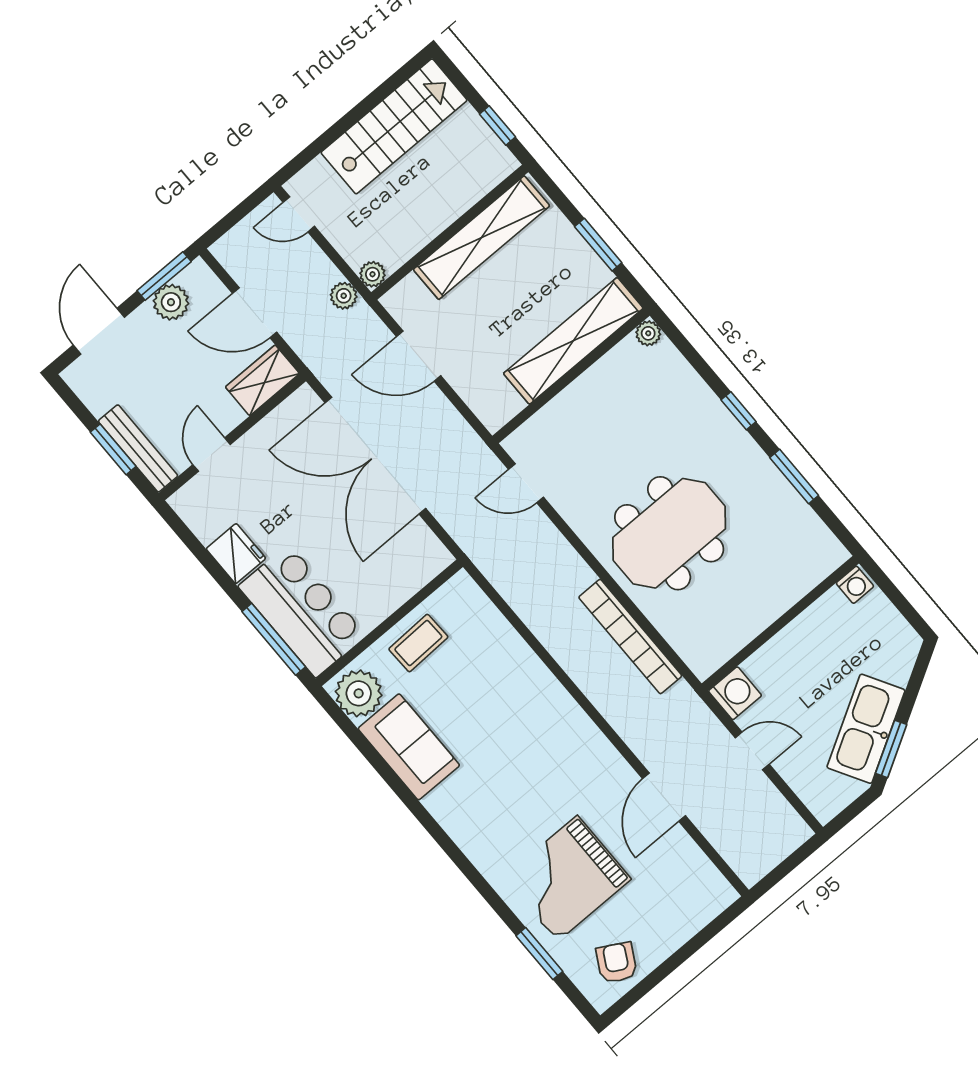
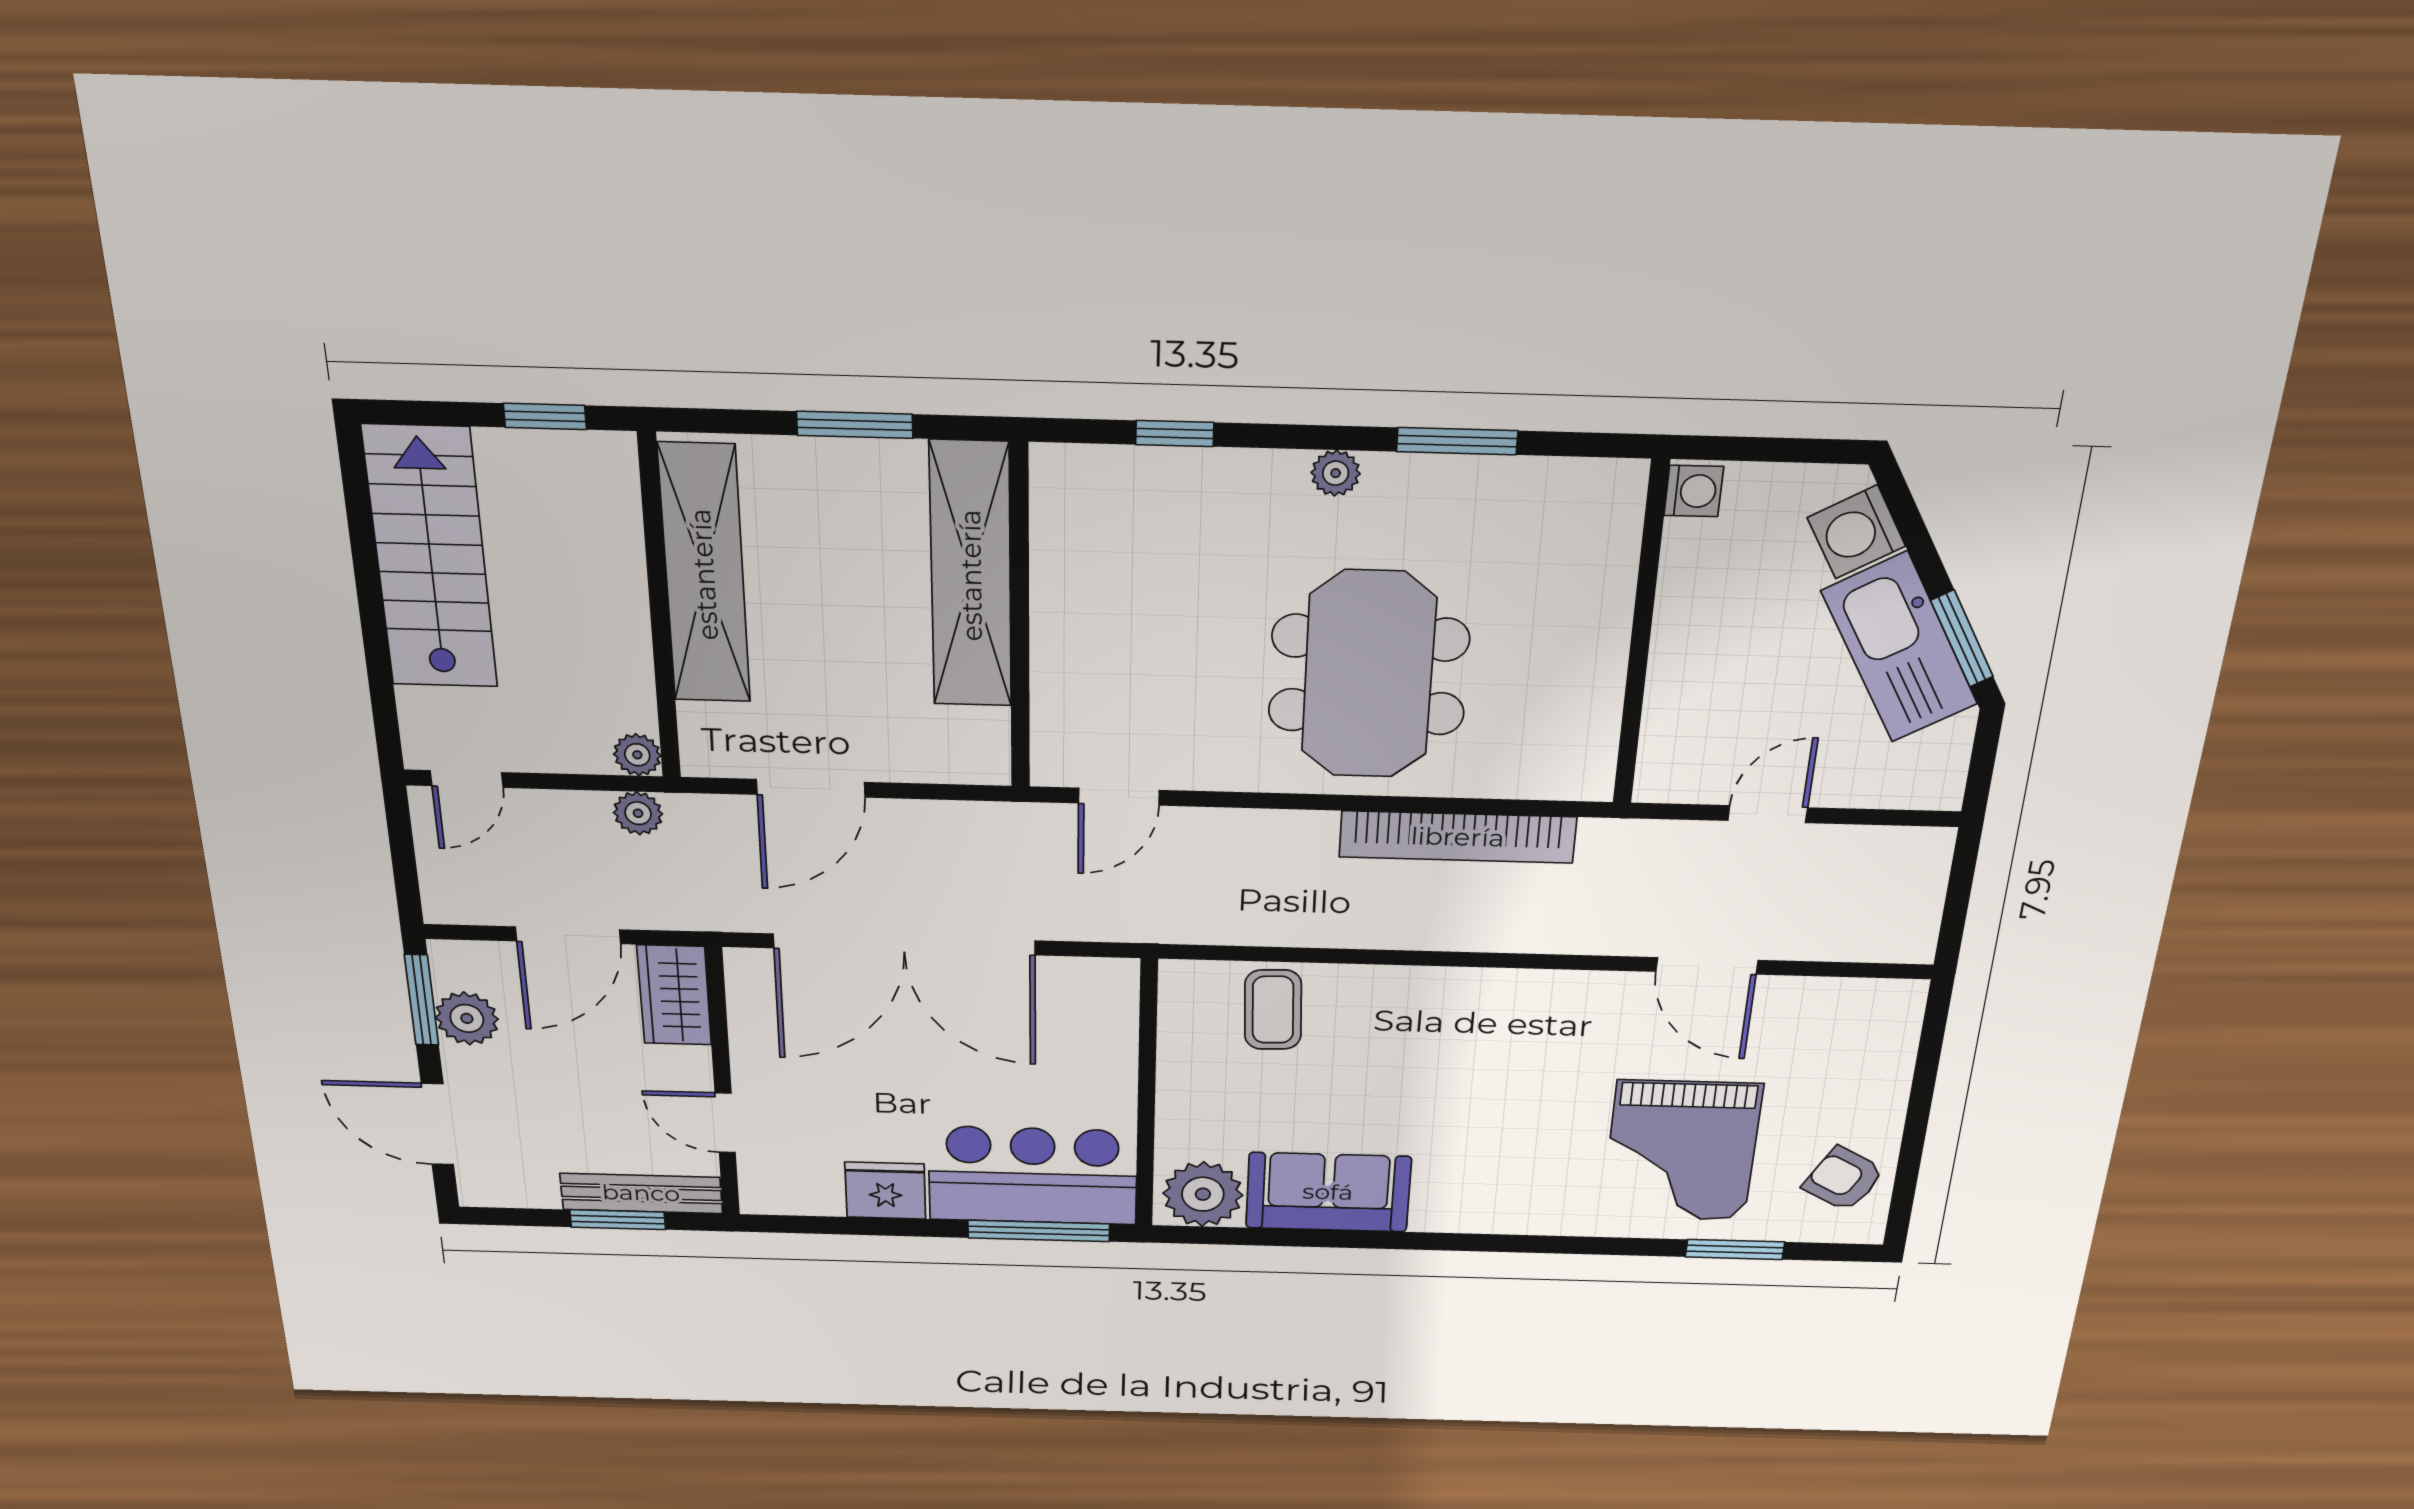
plant: (648, 333) -> (1336, 473), moved
window: (739, 411) -> (1175, 433), moved
coffee table: (418, 643) -> (1273, 1010), moved
washing machine: (735, 693) -> (1856, 532), moved, turned -120

